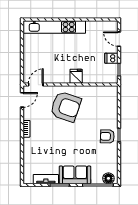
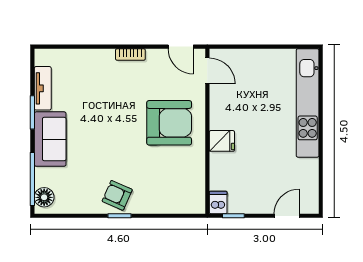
dishwasher: (111, 58) -> (218, 202), moved
armchair: (66, 107) -> (169, 123), turned -109
armchair: (107, 136) -> (117, 195), turned -68

